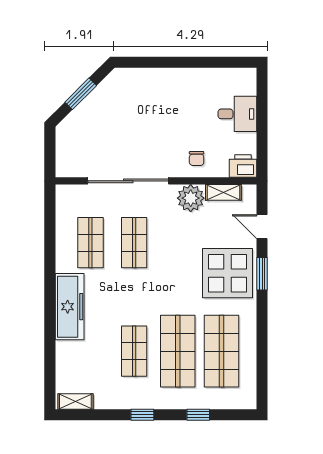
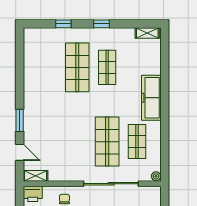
shelving: (223, 192) -> (35, 176), moved
plant: (191, 198) -> (156, 176), moved, width x0.53, depth x0.53
shop shelf: (134, 243) -> (107, 142), width x1.43, depth x1.36
display table: (227, 273) -> (43, 121), removed
shop shelf: (221, 351) -> (47, 67), removed

